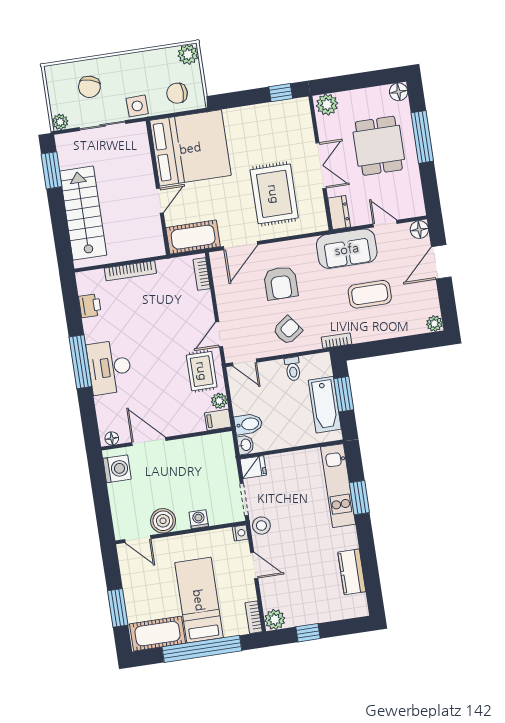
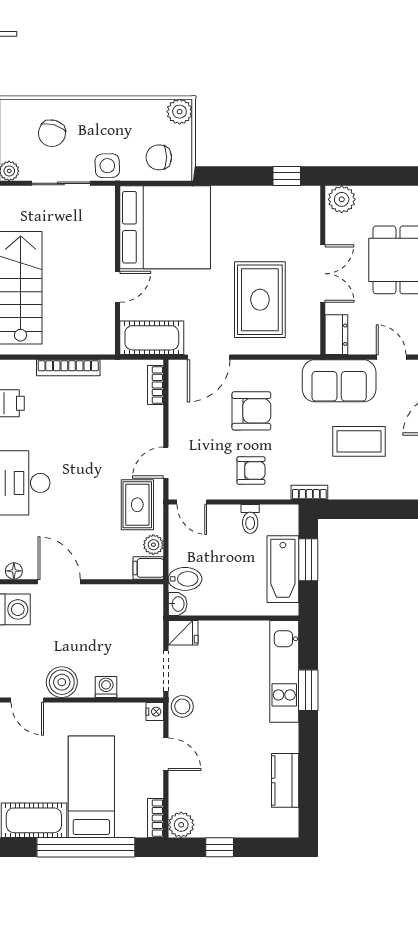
armchair: (281, 283) -> (251, 411), turned -90
armchair: (288, 330) -> (251, 470), turned 36

